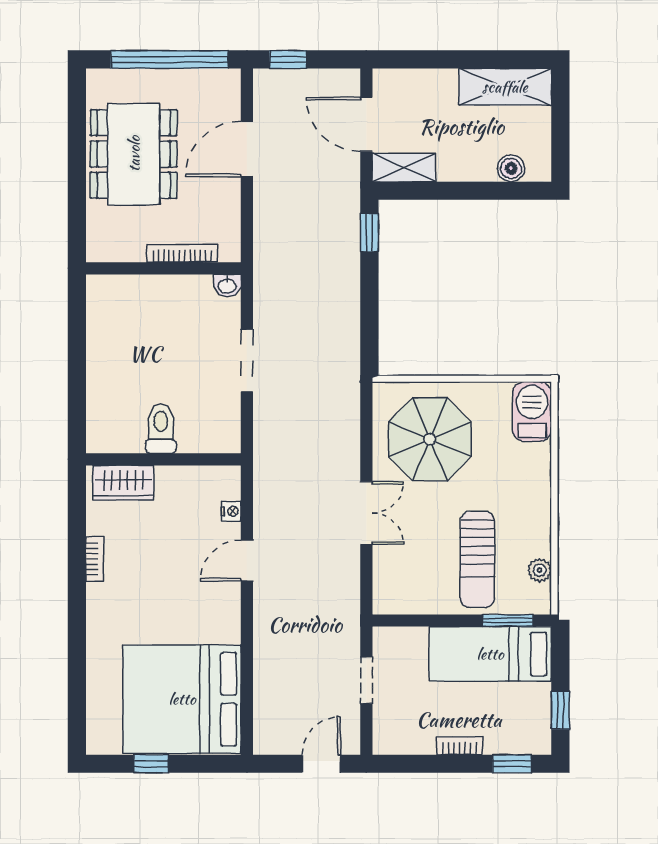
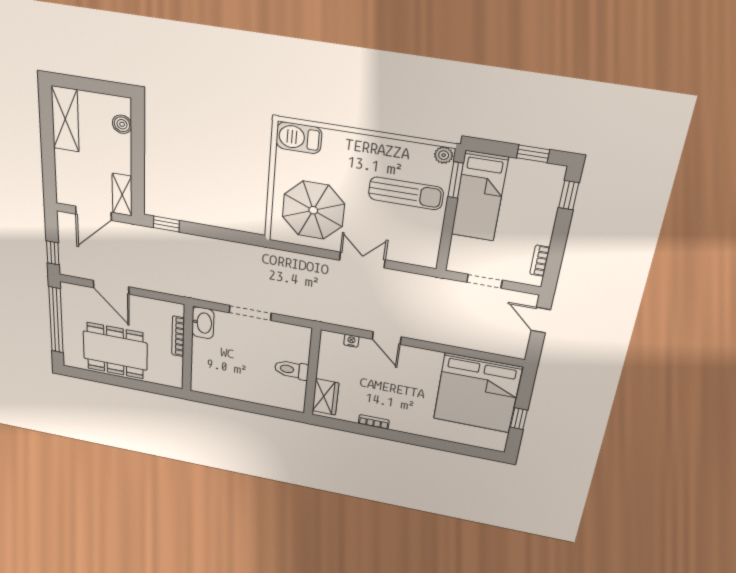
washbasin: (227, 286) -> (203, 323), width x1.91, depth x1.45
plant: (540, 570) -> (444, 155), moved
bookcase: (460, 746) -> (540, 261), moved

